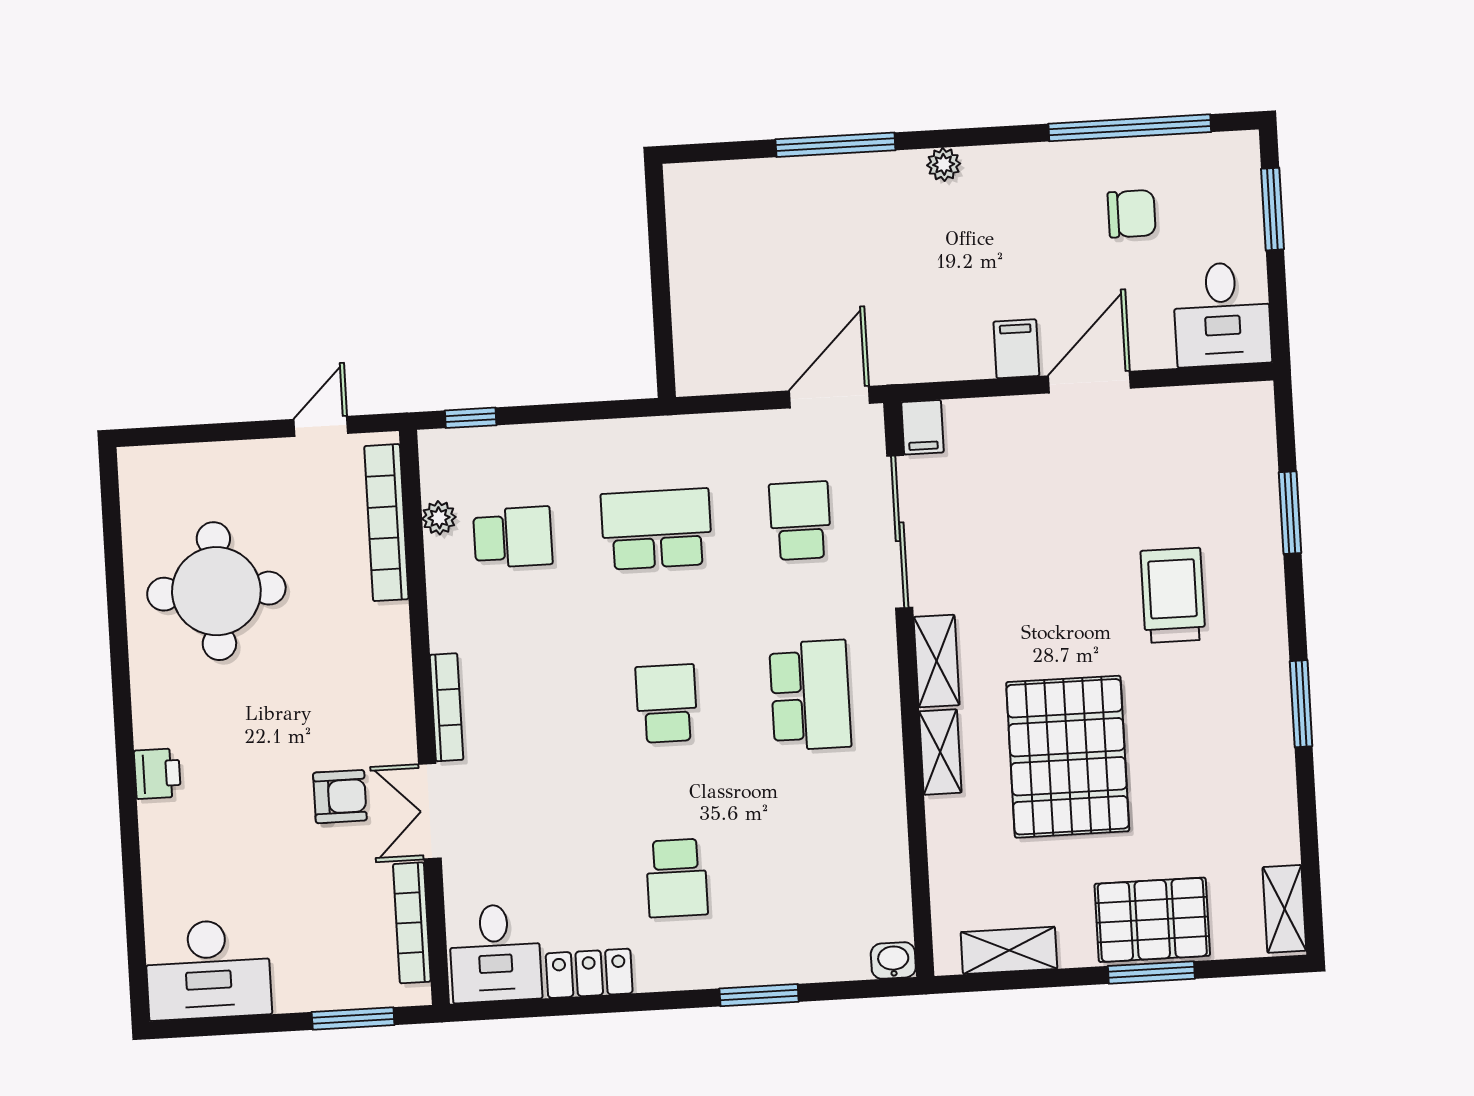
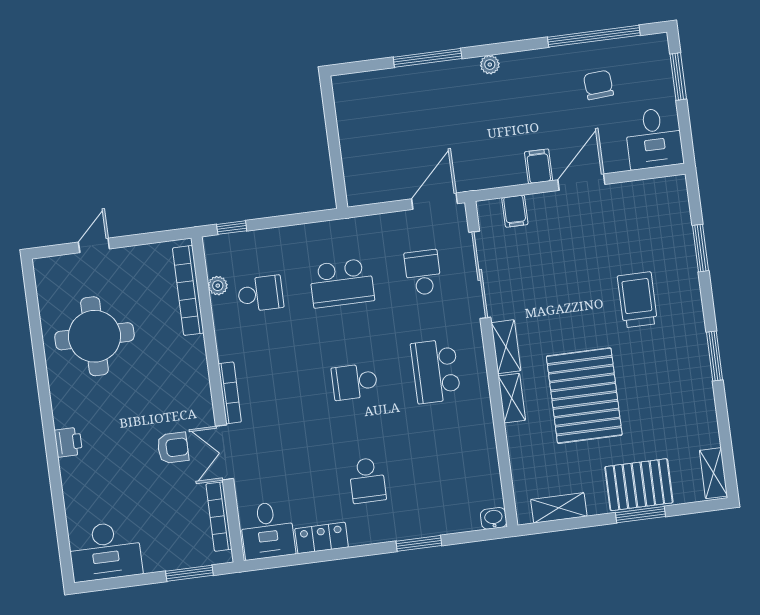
chair: (1132, 214) -> (598, 85), turned -94
door: (321, 426) -> (94, 245), moved
filing cabinet: (922, 427) -> (515, 211), moved
school desk: (657, 529) -> (342, 283), turned 180
school desk: (810, 695) -> (436, 371), turned 180
school desk: (667, 703) -> (354, 382), turned -90

